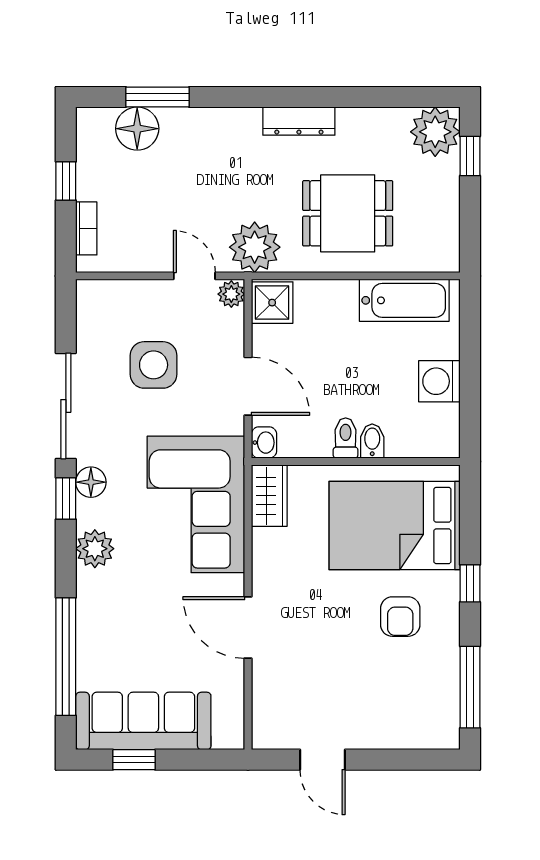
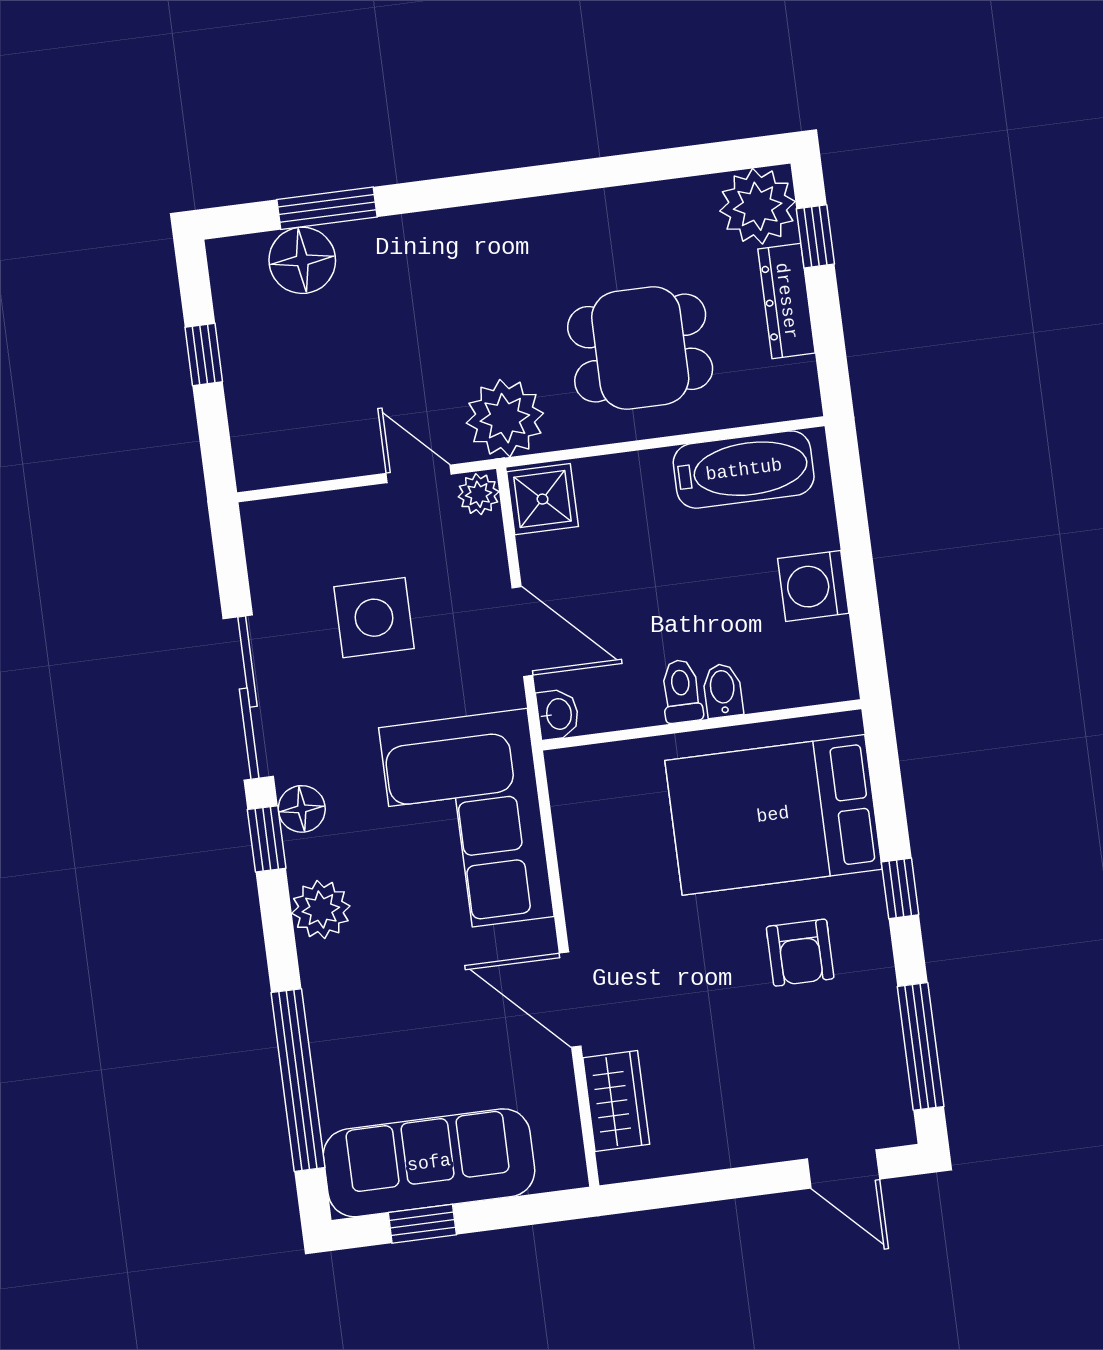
dresser: (299, 121) -> (786, 301), moved, turned 90
bookcase: (86, 228) -> (244, 423), removed
wardrobe: (269, 496) -> (616, 1101), moved
door: (322, 760) -> (843, 1169), moved

